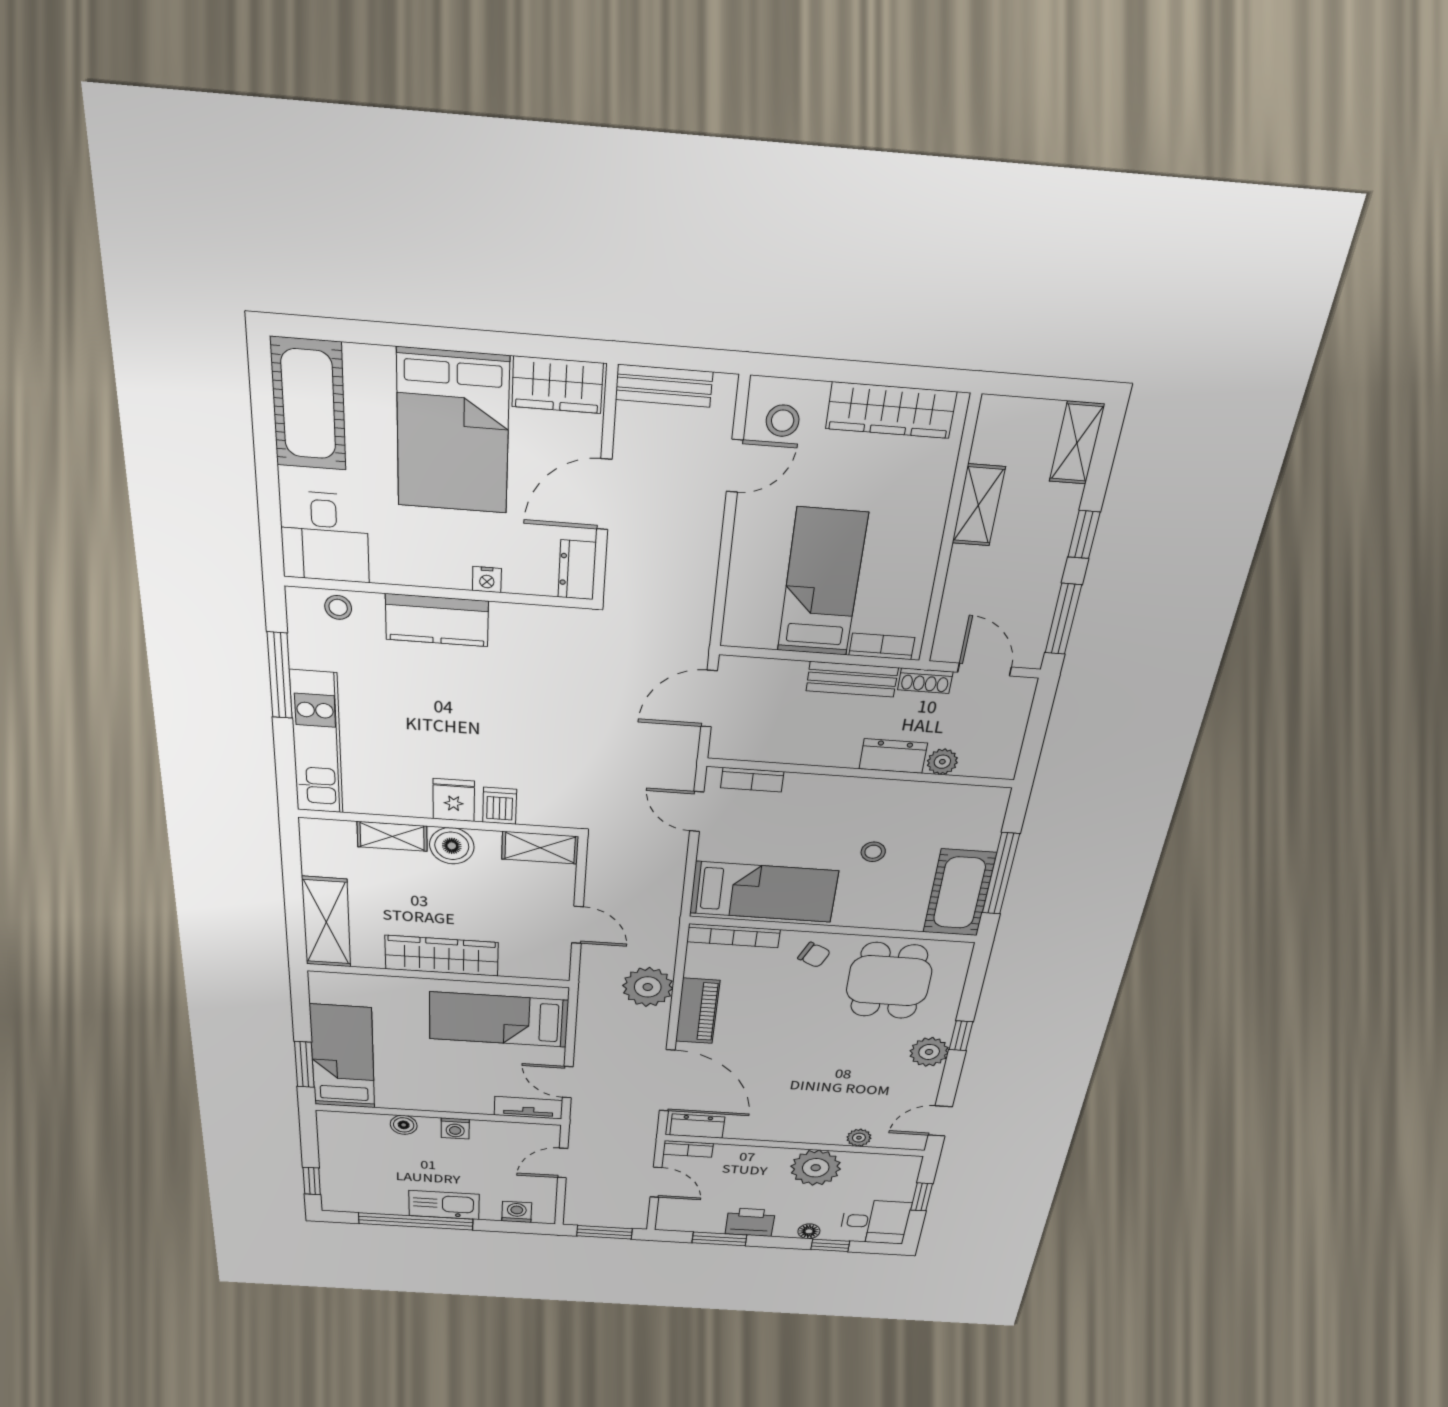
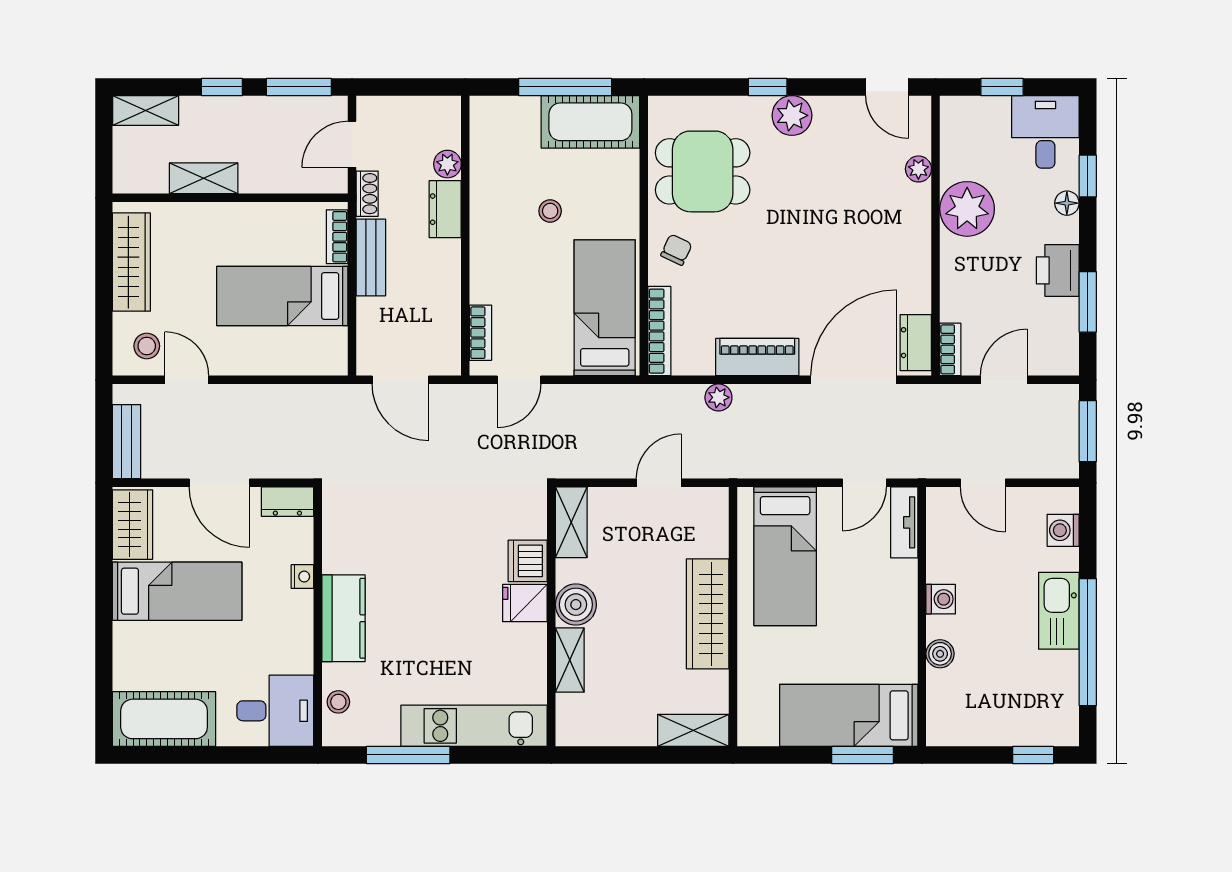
bed: (453, 432) -> (177, 591), width x0.67
dishwasher: (500, 806) -> (528, 561), width x1.38
shelving: (326, 922) -> (693, 730), width x0.67, depth x0.75
plant: (648, 987) -> (718, 397), width x0.53, depth x0.53

